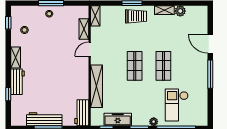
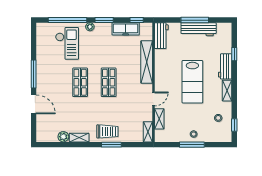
trolley: (136, 16) -> (107, 131), turned 180
lab bench: (50, 66) -> (192, 82), added

